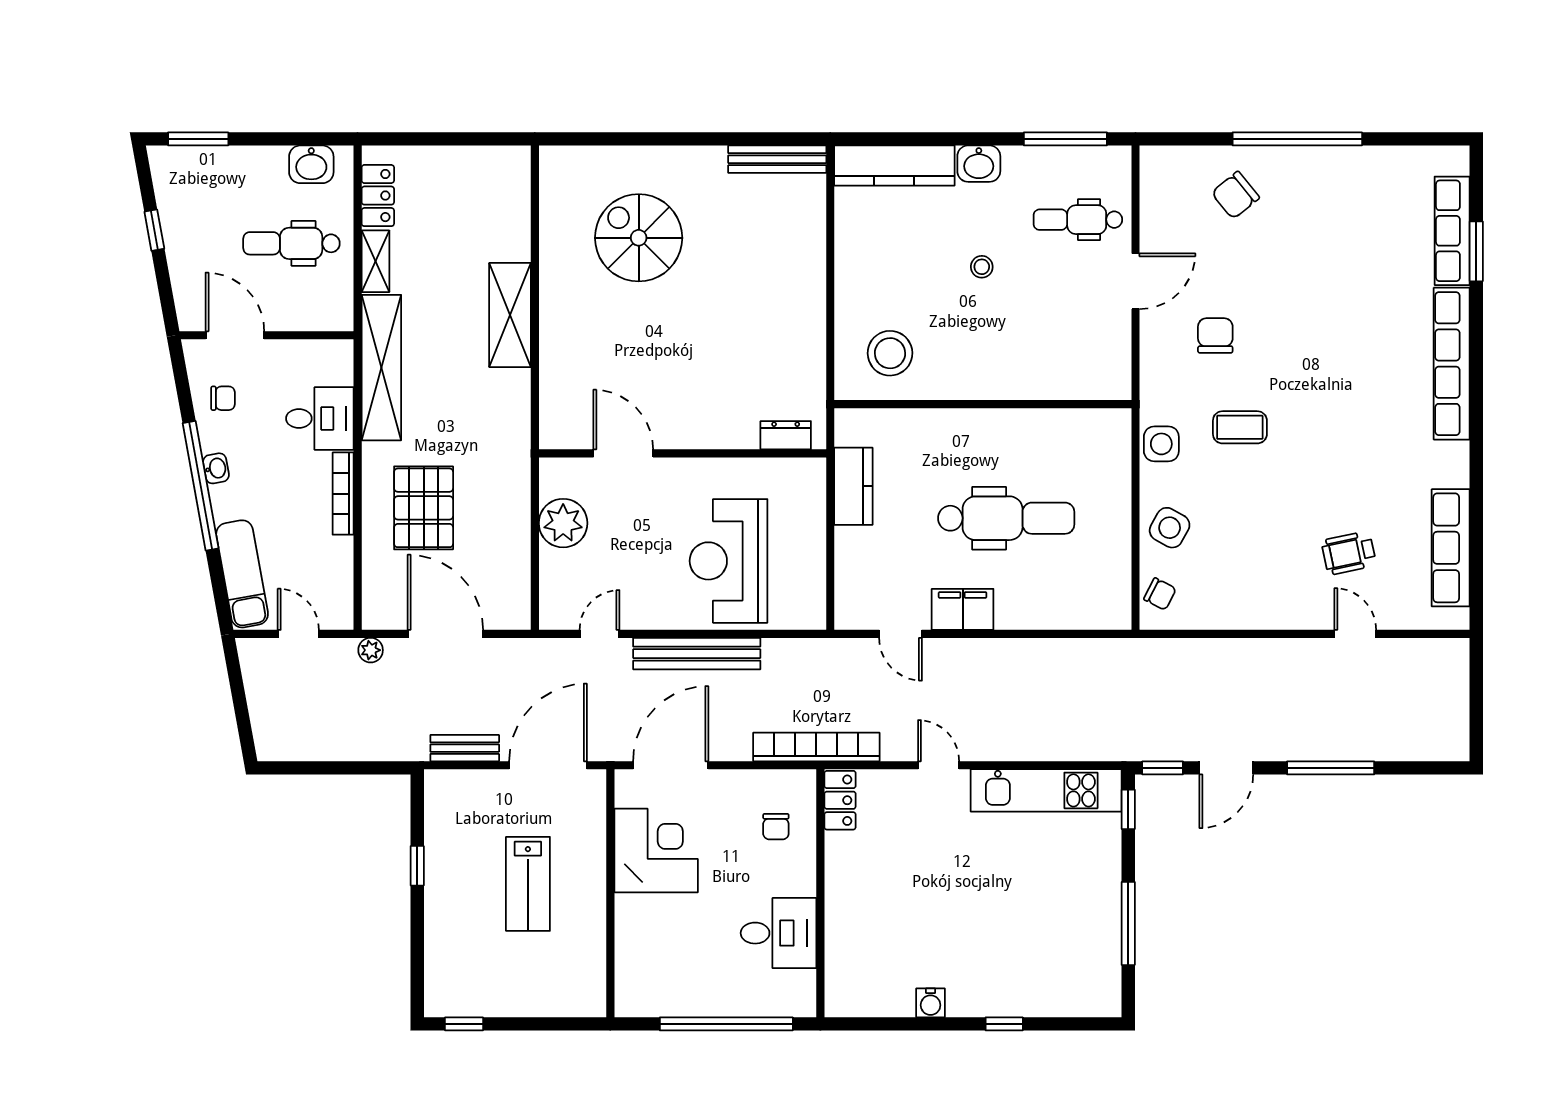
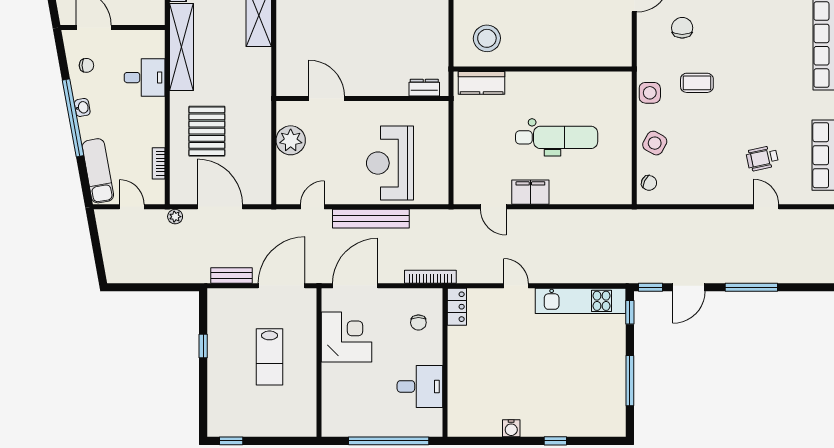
kitchen counter: (853, 486) -> (482, 83), moved, turned 90
bookcase: (343, 494) -> (159, 163), moved, width x0.64
bookcase: (816, 747) -> (430, 277), width x0.68, depth x0.76

